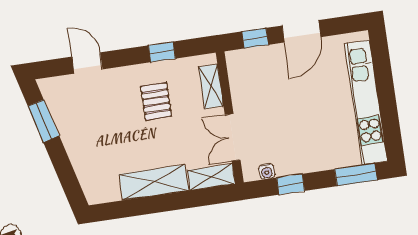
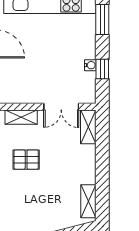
water cooler: (267, 172) -> (90, 65), moved
shelving: (154, 182) -> (88, 201), moved, width x0.67, depth x0.75

